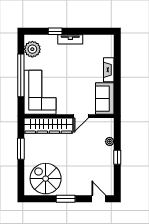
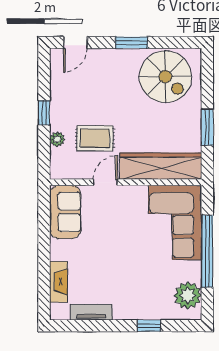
tv unit: (70, 39) -> (91, 312), moved
fireplace: (109, 70) -> (58, 282), moved
rug: (87, 142) -> (95, 138), added
door: (99, 199) -> (75, 43), hinge flipped

